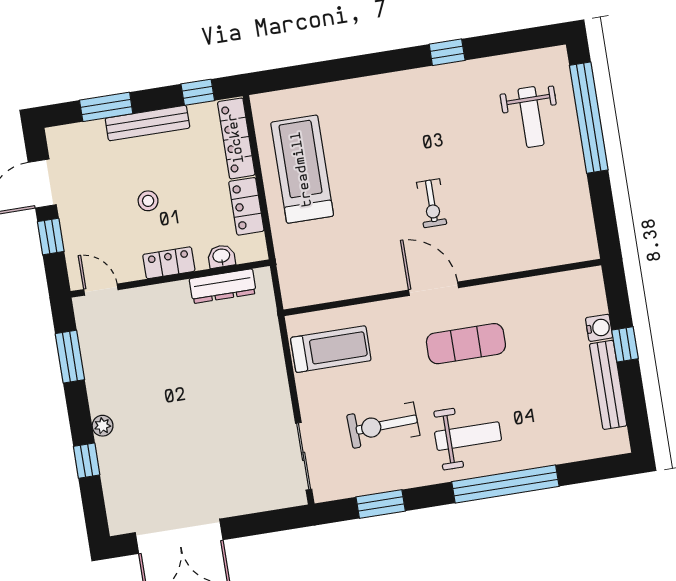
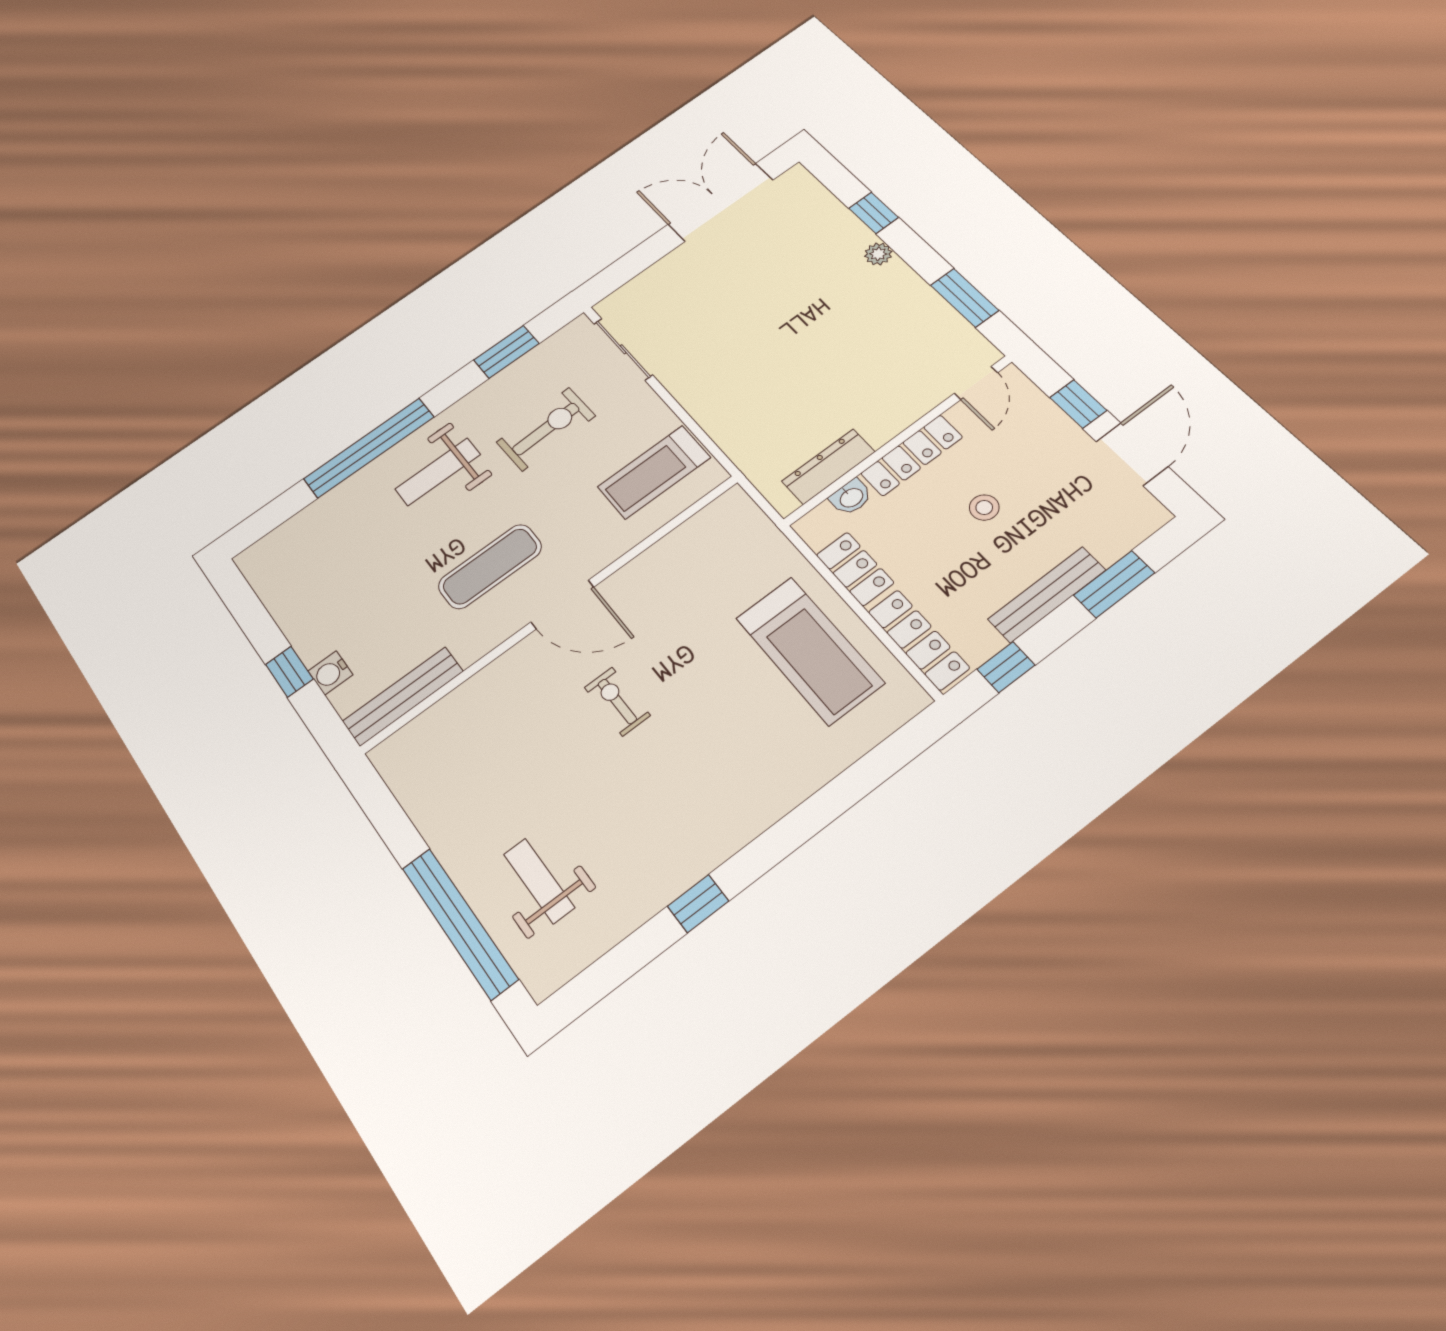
locker: (169, 263) -> (912, 455), width x1.53
door: (101, 290) -> (976, 383), hinge flipped
bench: (608, 385) -> (403, 696), moved, turned 90

